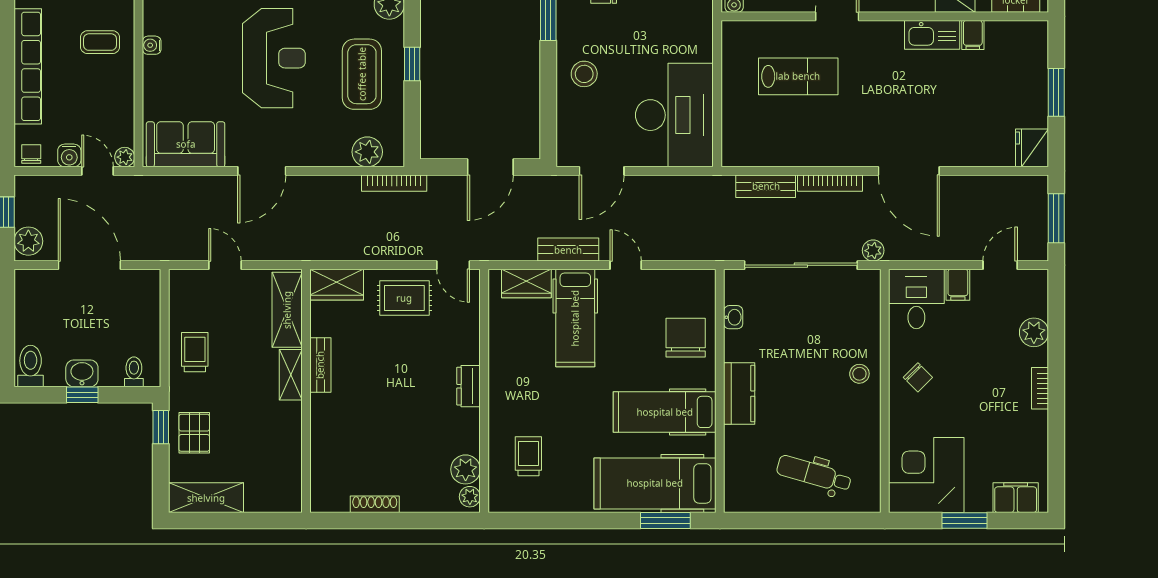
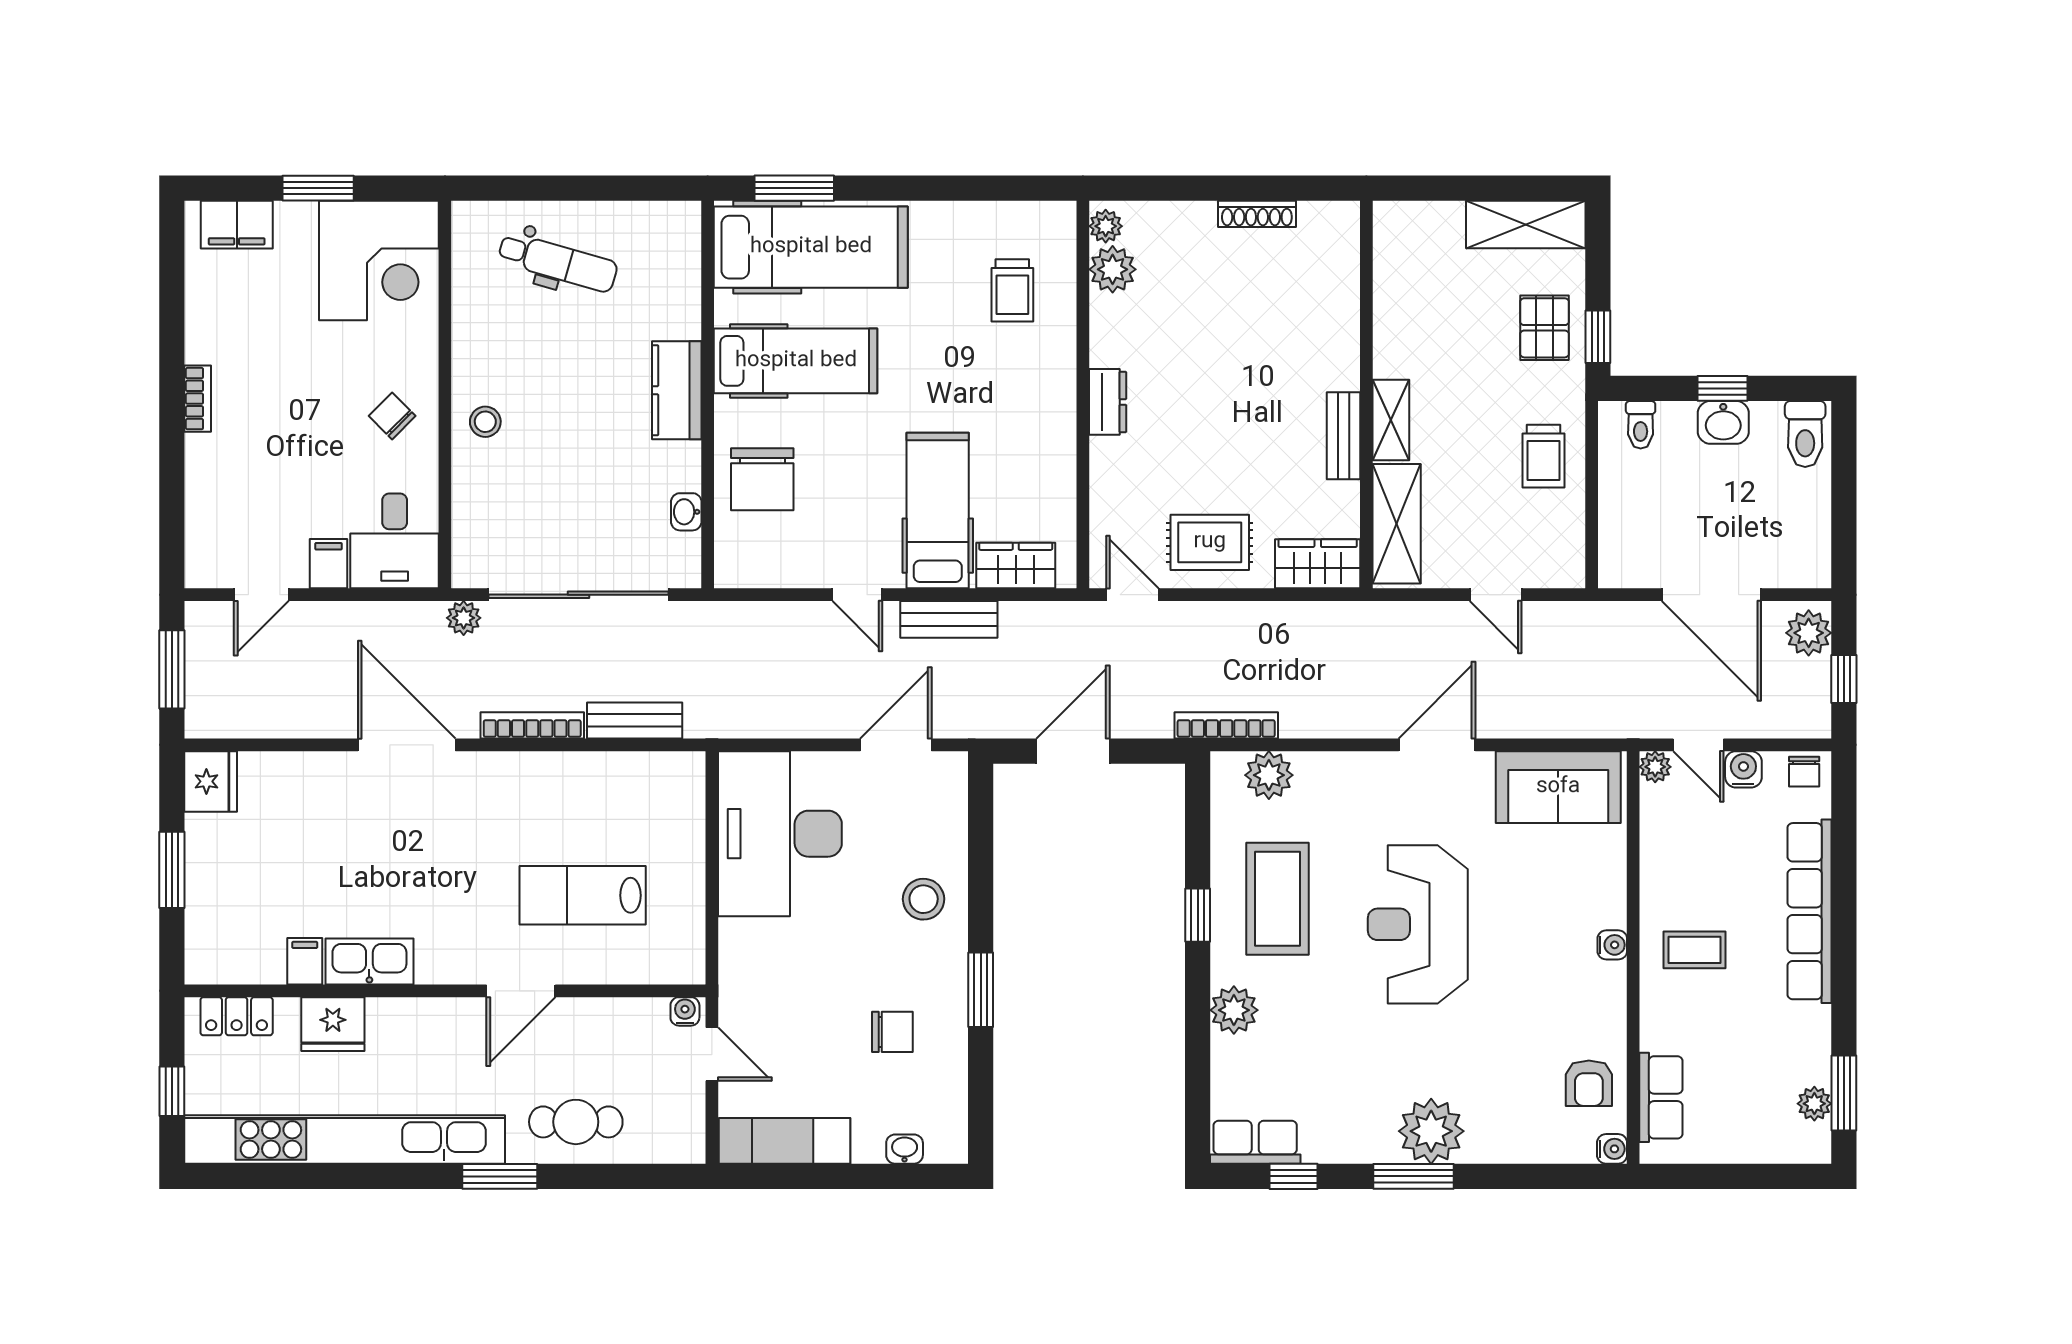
plant: (1034, 332) -> (207, 488), removed

